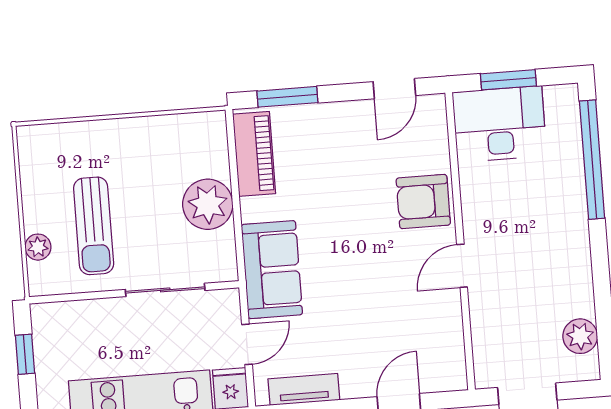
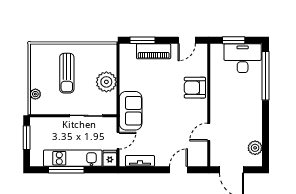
desk: (499, 124) -> (243, 58), moved
piano: (254, 154) -> (154, 51), moved, turned 90
sun lounger: (94, 226) -> (67, 73), moved
door: (462, 266) -> (209, 132), moved
window: (25, 354) -> (27, 138), width x1.50

